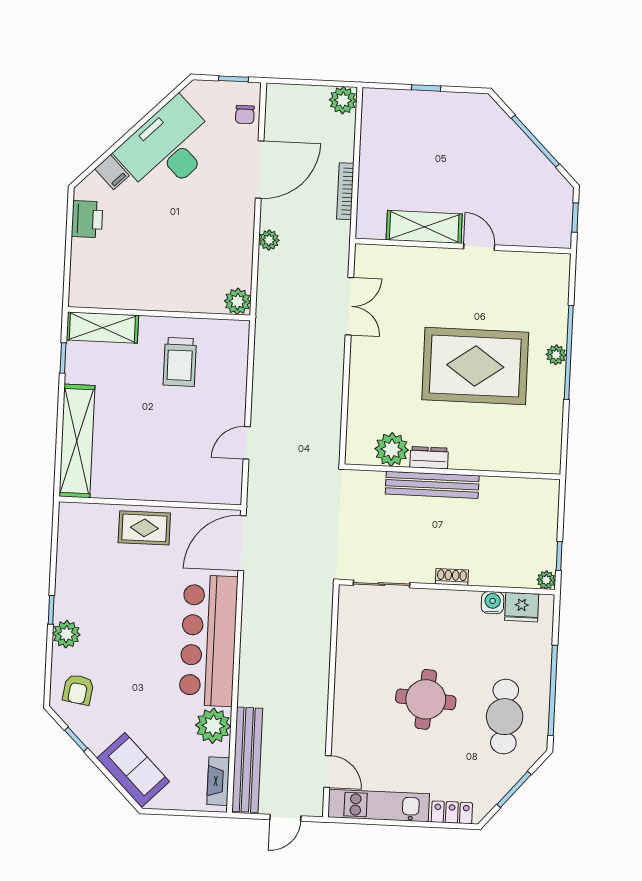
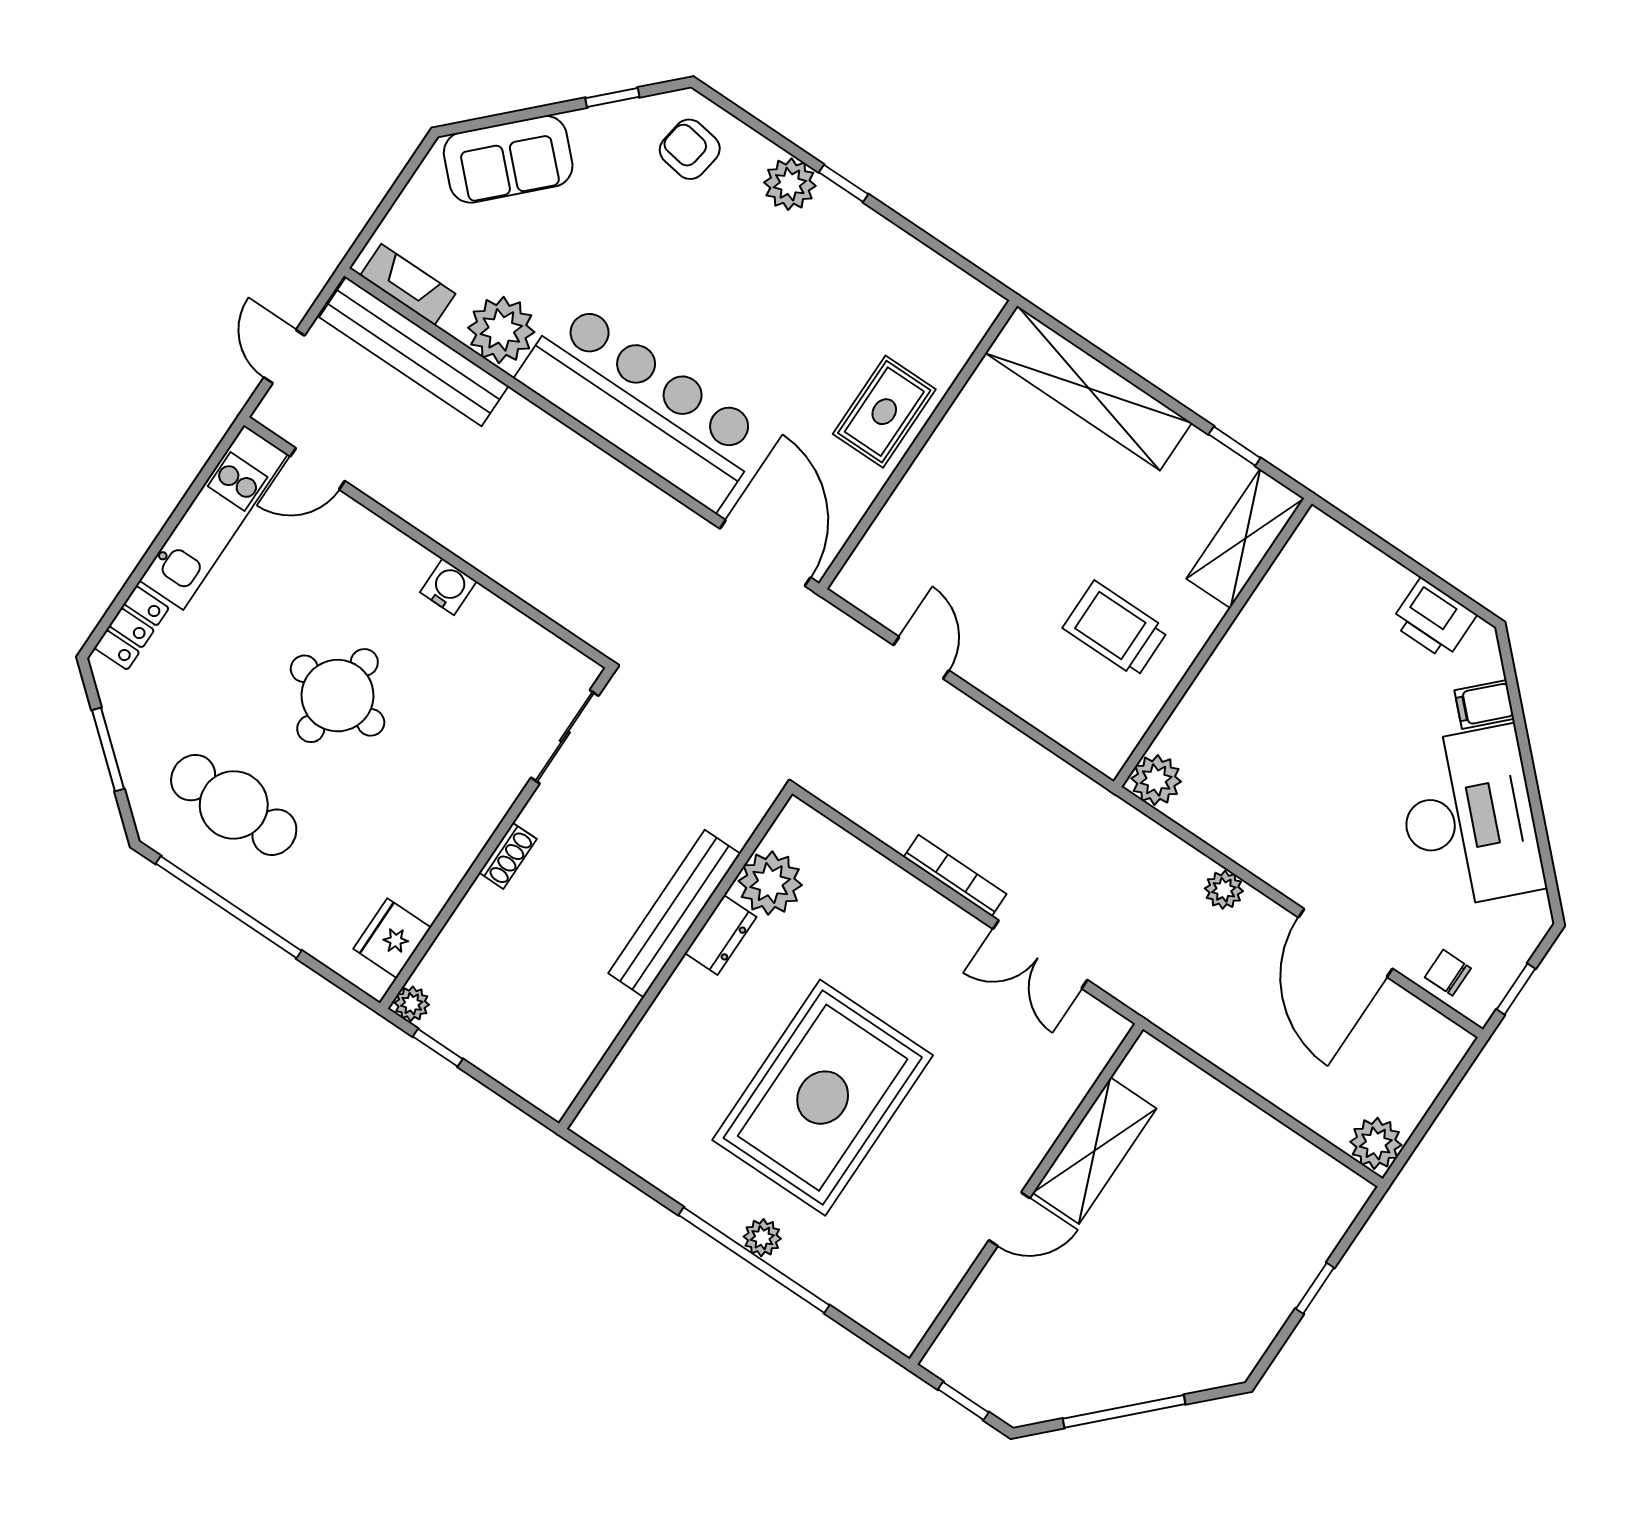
bookcase: (345, 191) -> (955, 875), moved
water cooler: (492, 603) -> (448, 587), moved, turned -90

